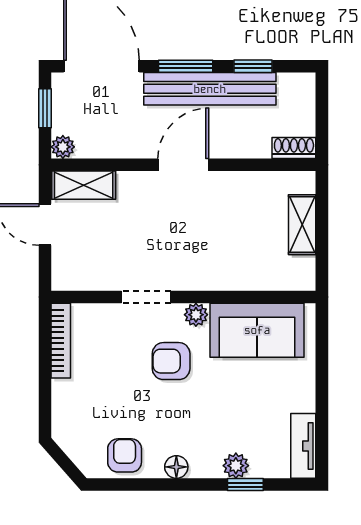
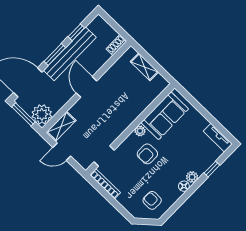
window: (45, 108) -> (23, 114), width x1.50
plant: (63, 147) -> (42, 114), width x1.88, depth x1.88
doorway: (146, 297) -> (104, 156), moved
armchair: (125, 455) -> (152, 200), moved
plant: (236, 466) -> (192, 177), moved

